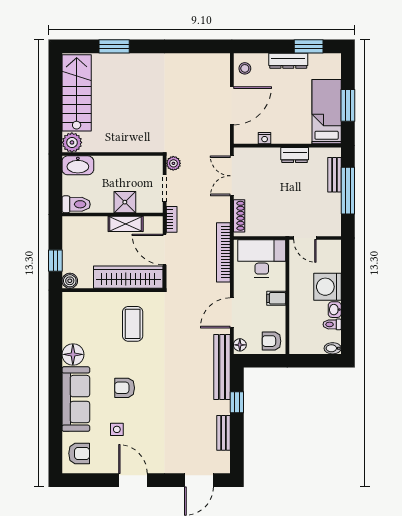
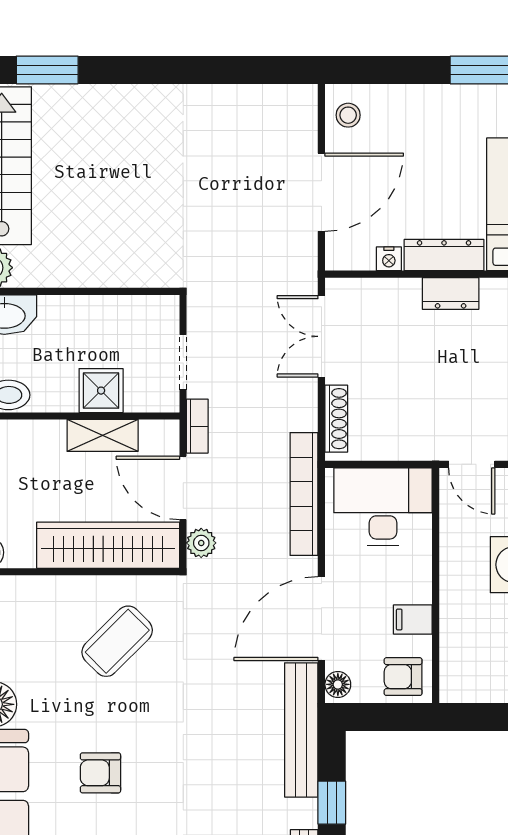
window: (114, 46) -> (47, 70), moved
dresser: (288, 61) -> (444, 255), moved, turned 180
plant: (173, 163) -> (201, 543), moved
filing cabinet: (276, 298) -> (413, 619), moved
door: (232, 313) -> (321, 619), width x1.36
coffee table: (133, 324) -> (117, 641), turned 45

